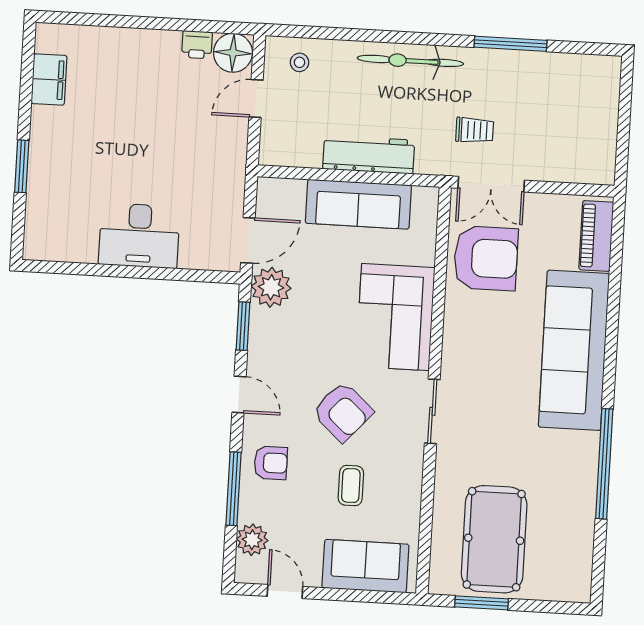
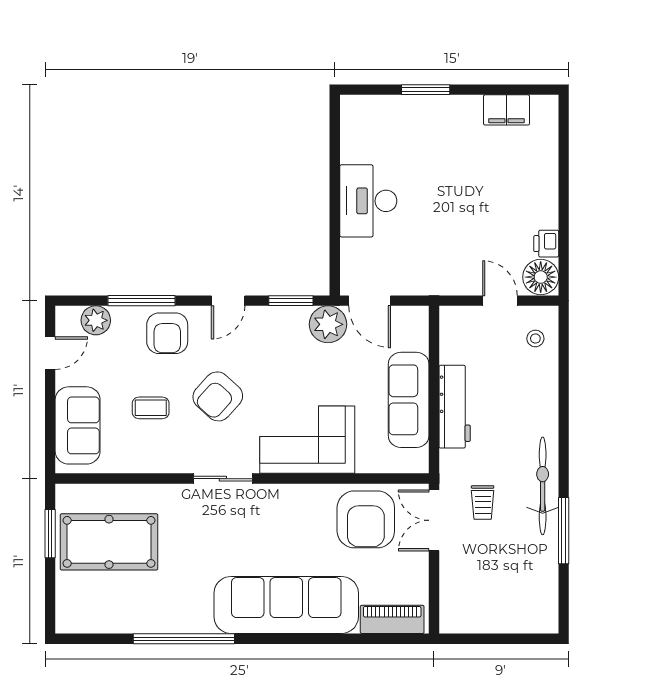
bicycle: (410, 61) -> (543, 486), moved
armchair: (271, 463) -> (167, 333), width x1.38, depth x1.38

